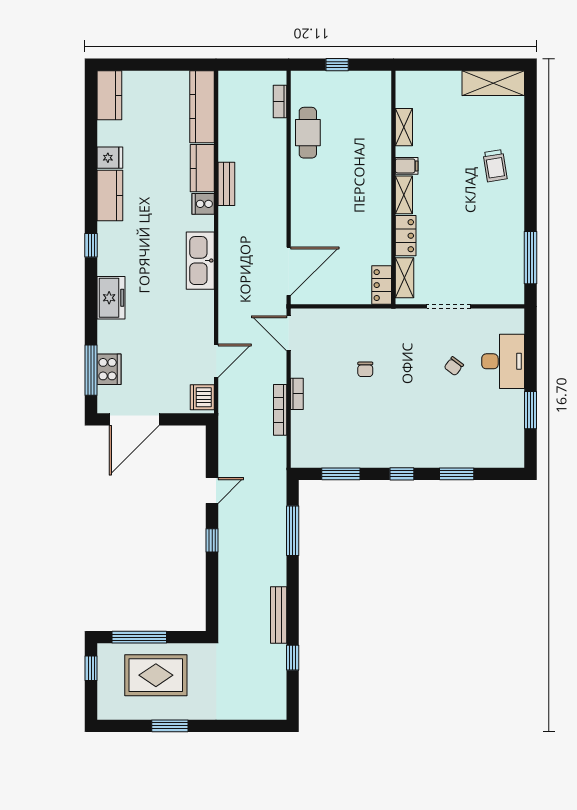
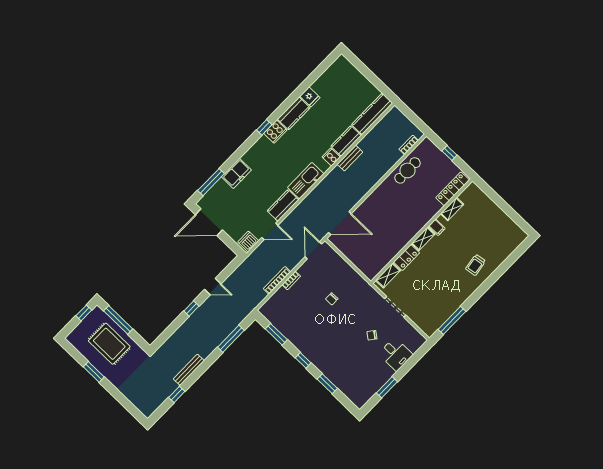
shelving: (493, 83) -> (510, 228), removed
kitchen counter: (109, 95) -> (283, 205), moved, turned 180
locker: (382, 285) -> (453, 189), moved, width x1.53
freezer: (111, 298) -> (236, 173), moved
desk: (503, 361) -> (396, 354), width x0.73
cooker: (109, 369) -> (275, 132), moved

